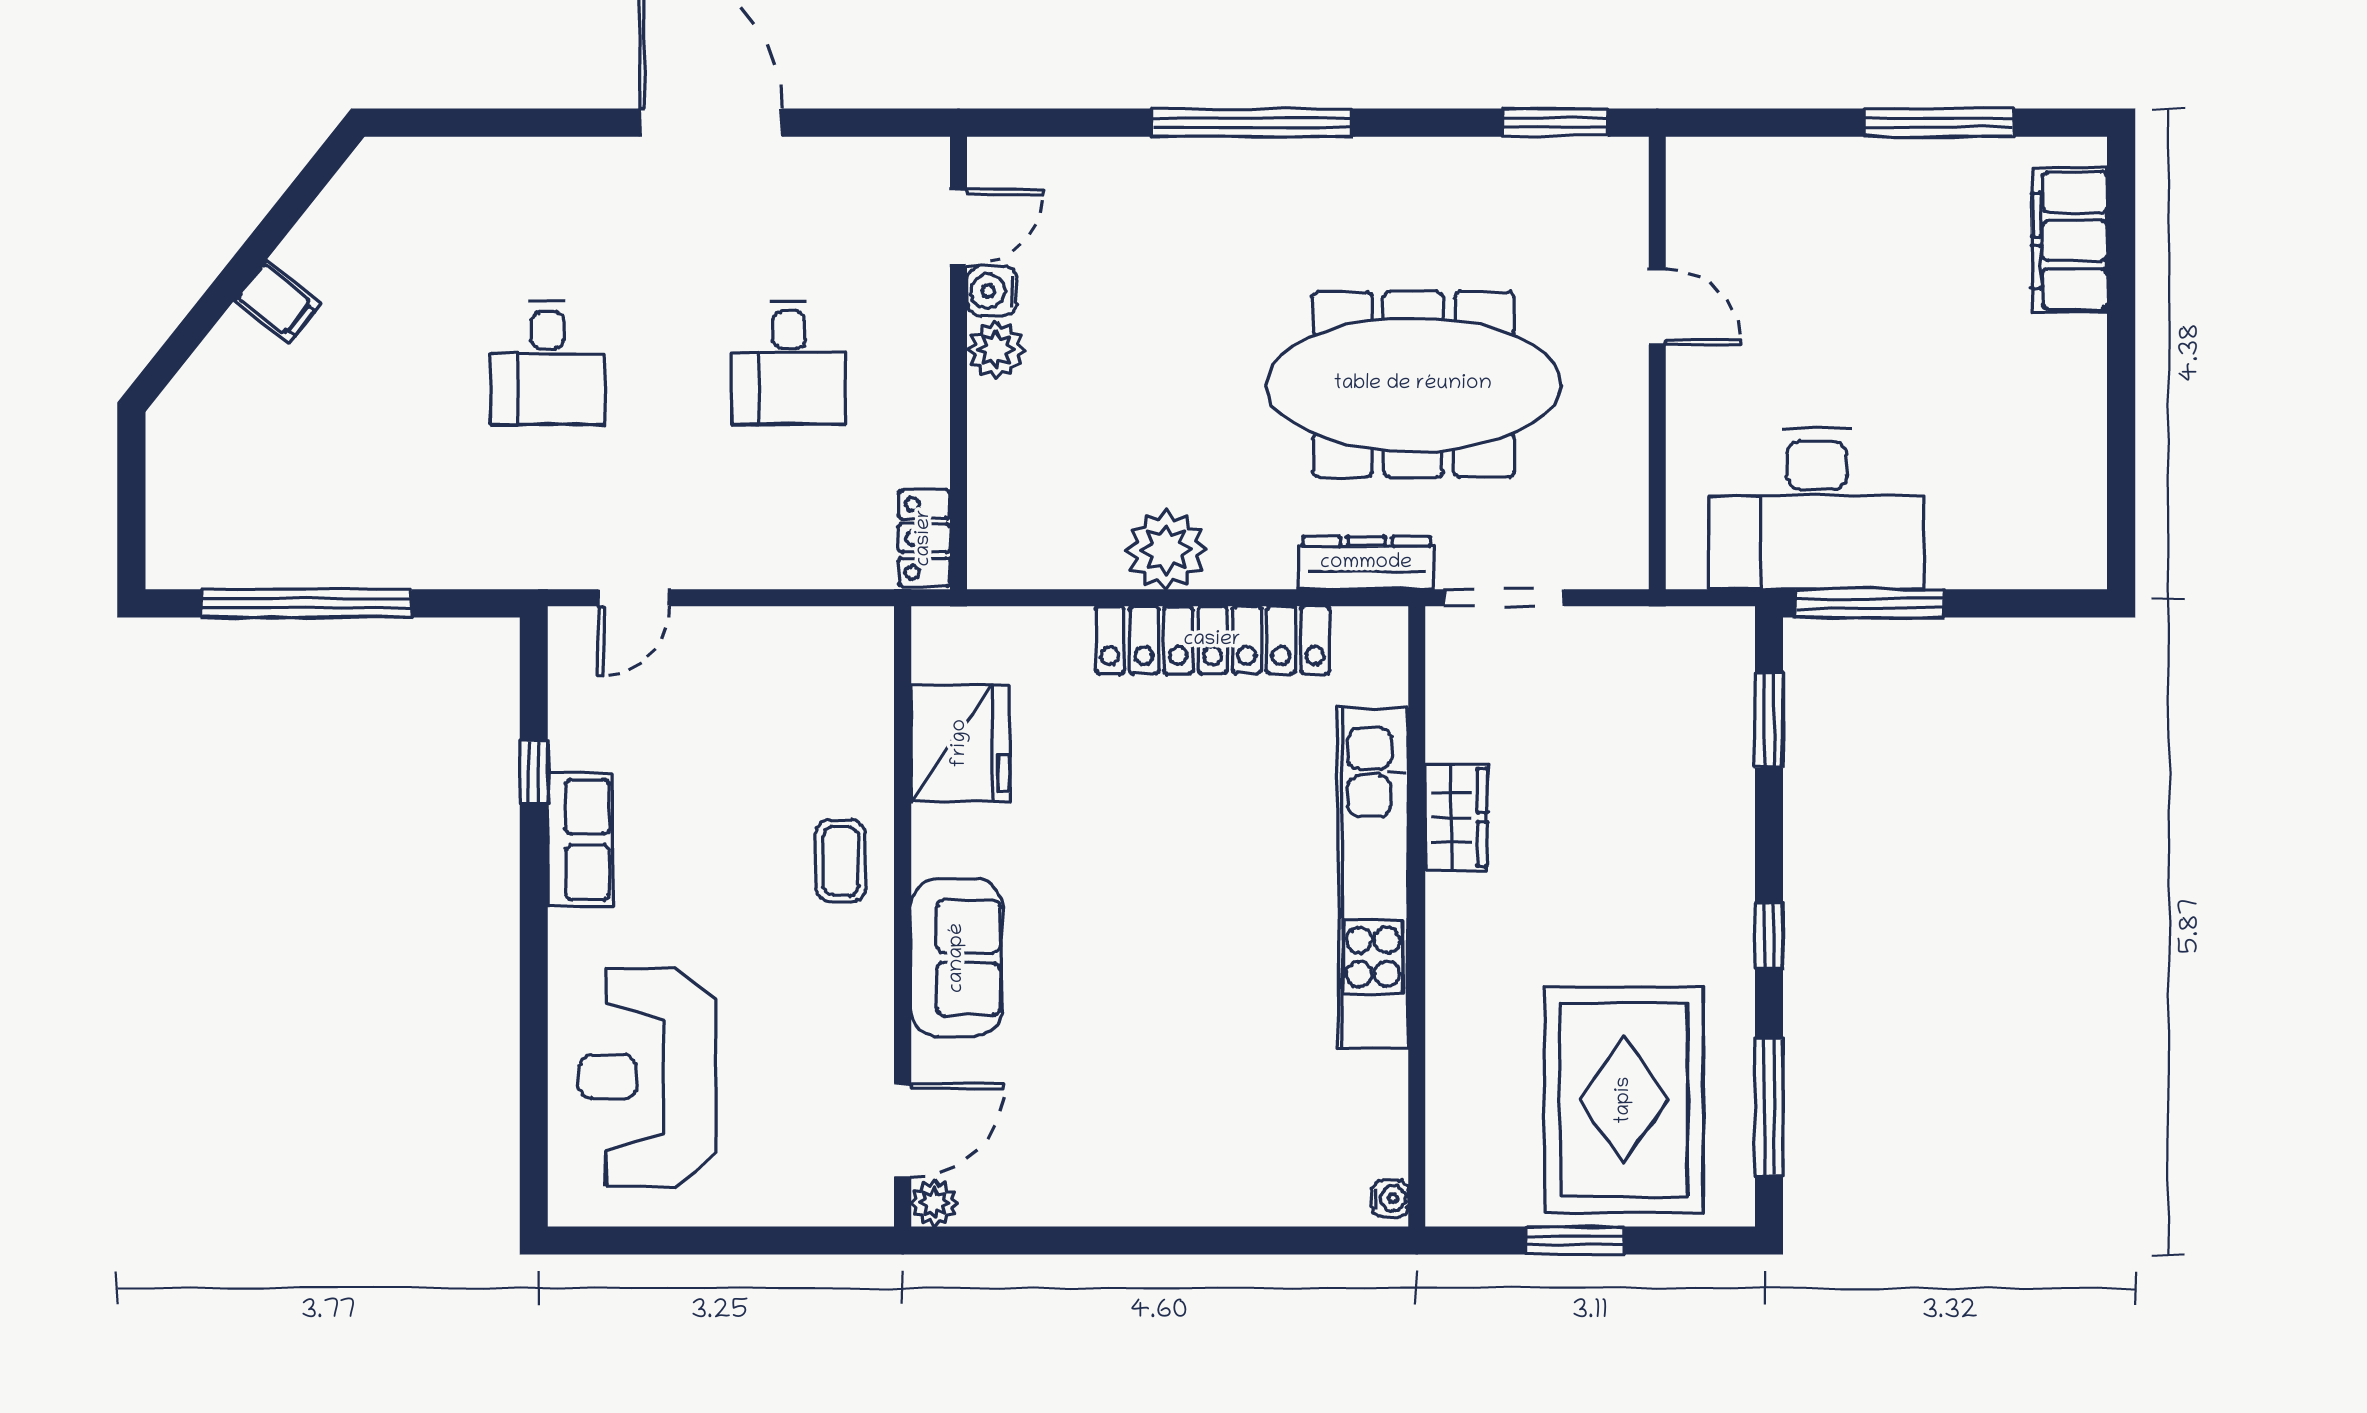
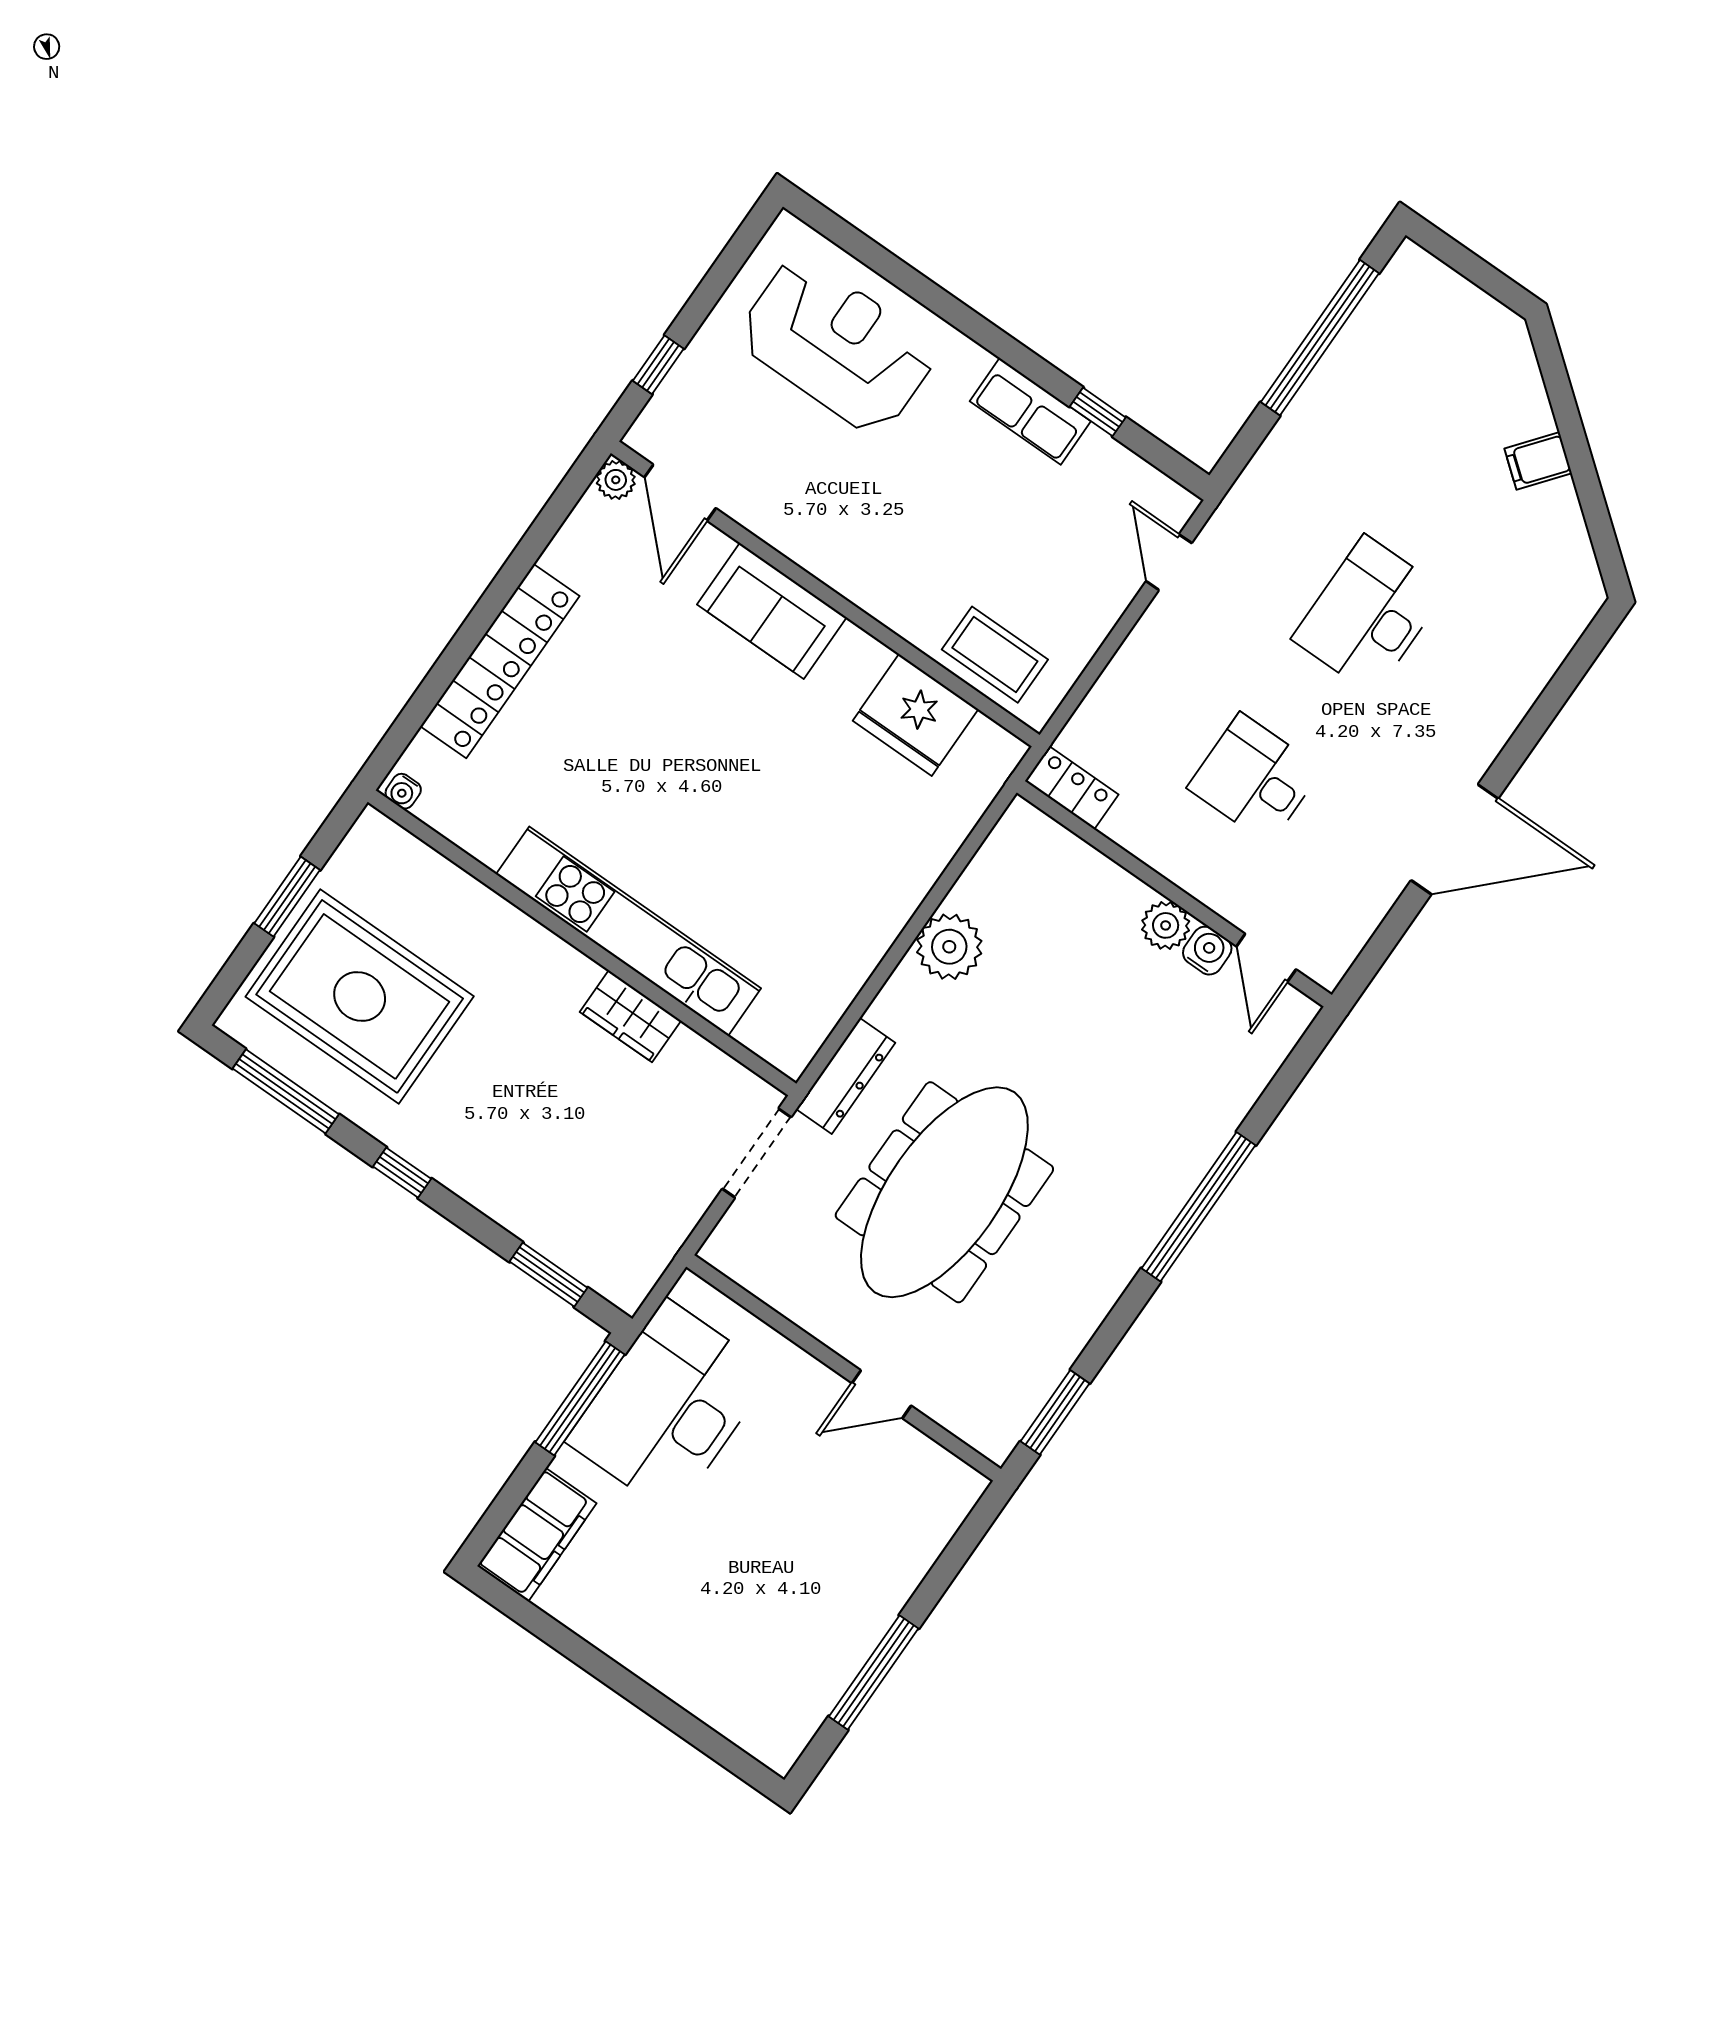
filing cabinet: (2070, 241) -> (537, 1535), moved, turned 90
desk: (548, 363) -> (1369, 615), width x1.37
locker: (1212, 640) -> (500, 661), moved, turned 180
coffee table: (841, 861) -> (995, 655), moved, width x1.36, depth x1.30
window: (791, 1241) -> (658, 365), added

